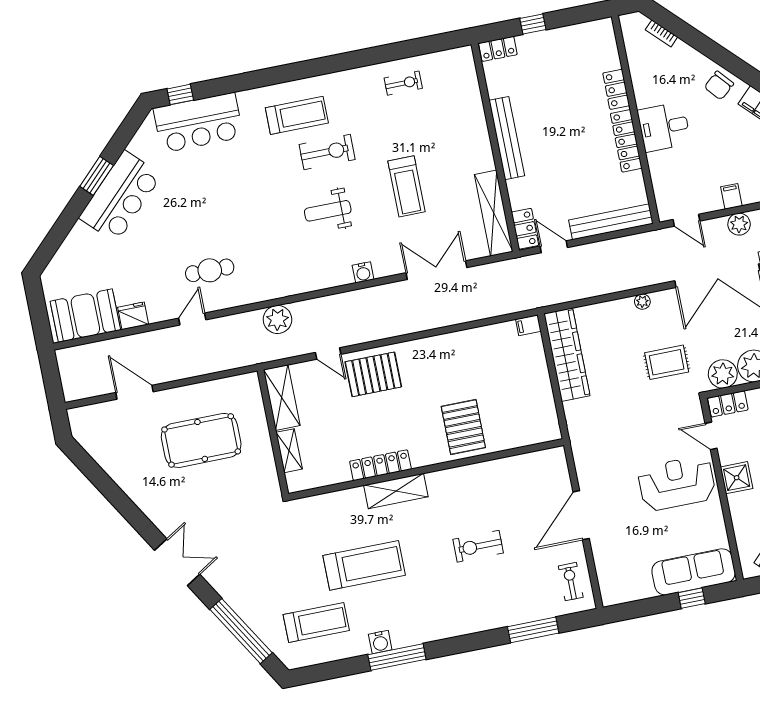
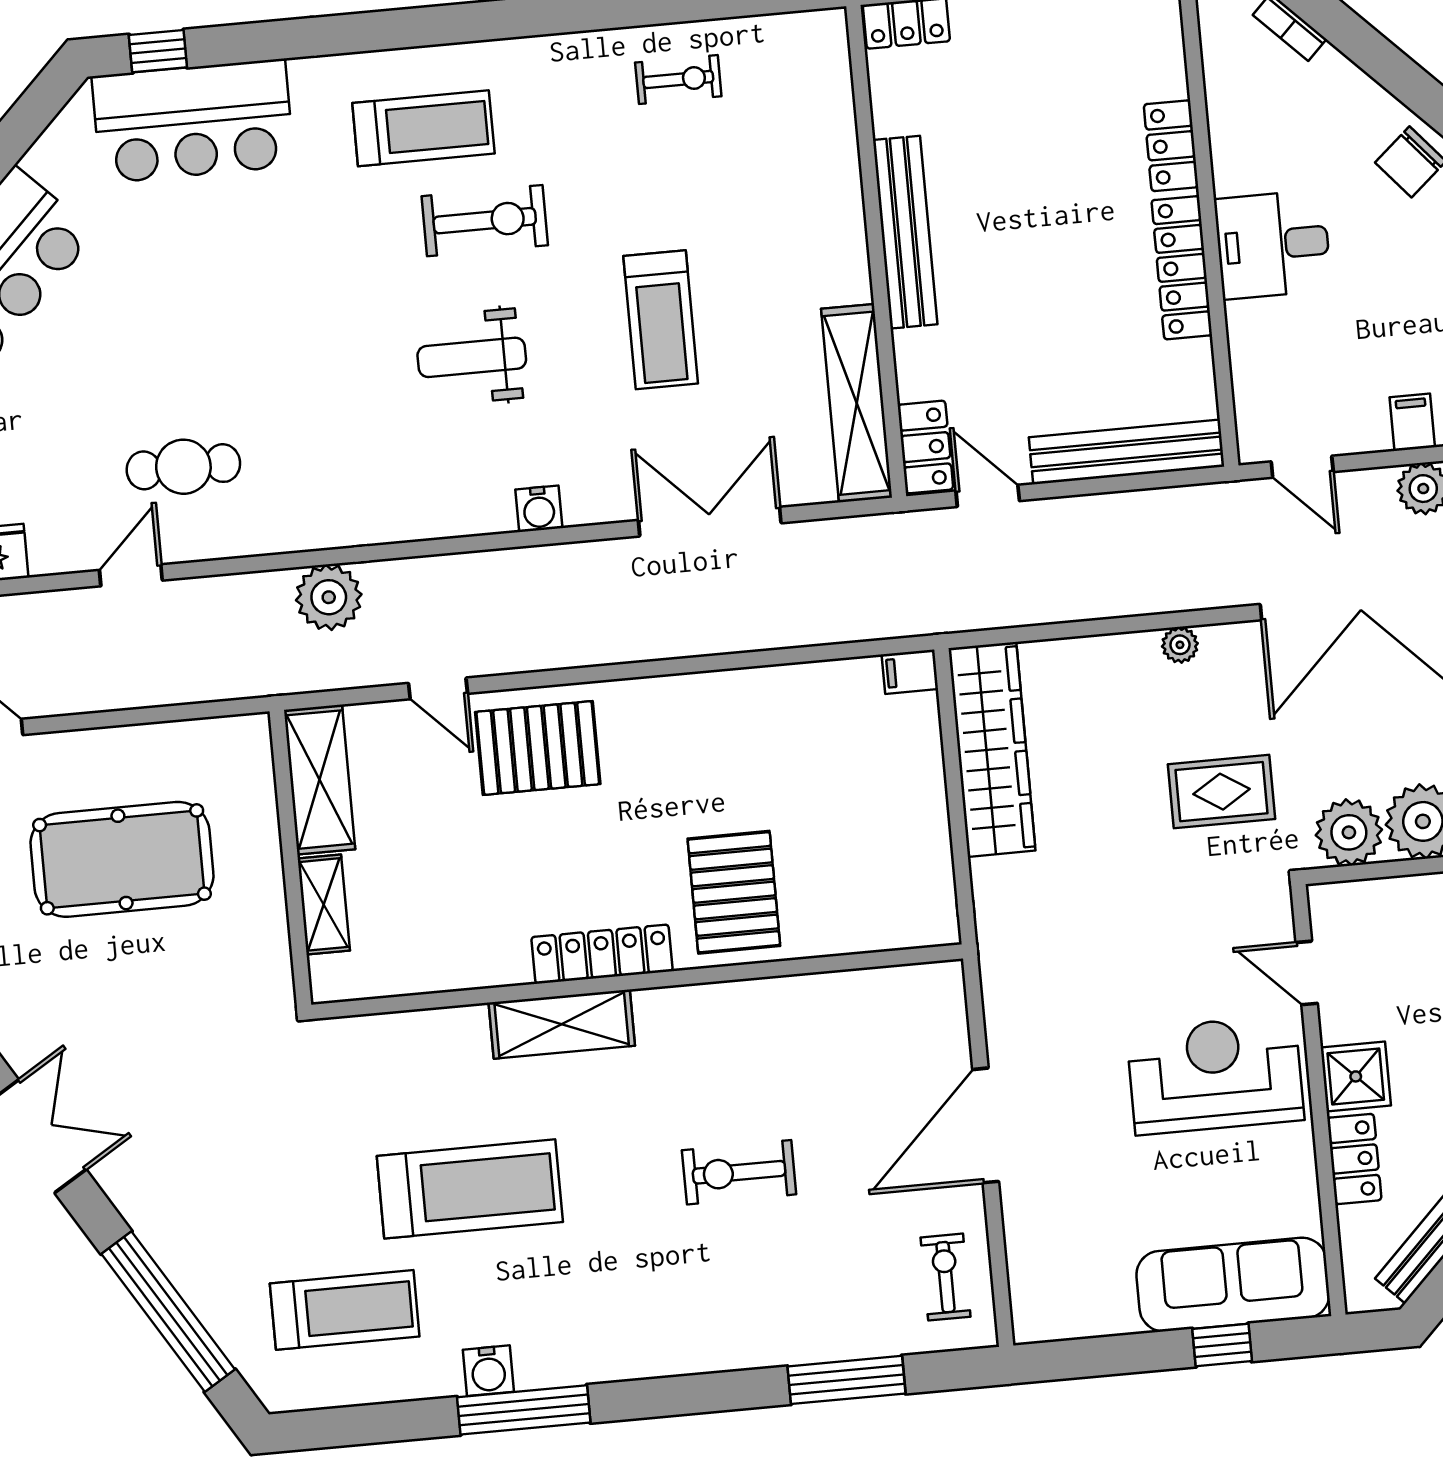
locker: (728, 404) -> (1354, 1159), moved, turned -90
locker: (380, 465) -> (602, 954), moved

